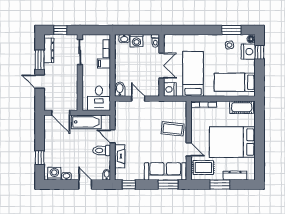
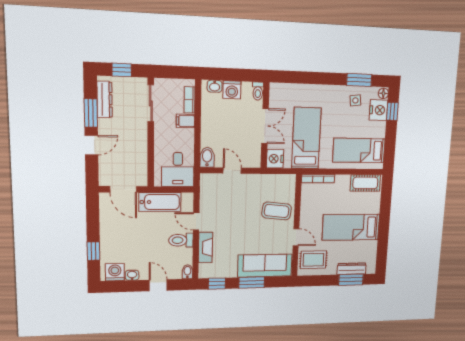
door: (40, 82) -> (91, 145), swing flipped
bed: (232, 142) -> (351, 227), width x0.67
window: (168, 185) -> (252, 283), moved
window: (220, 185) -> (351, 280), moved

